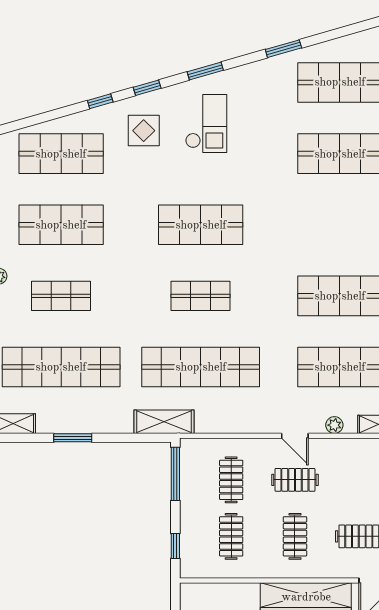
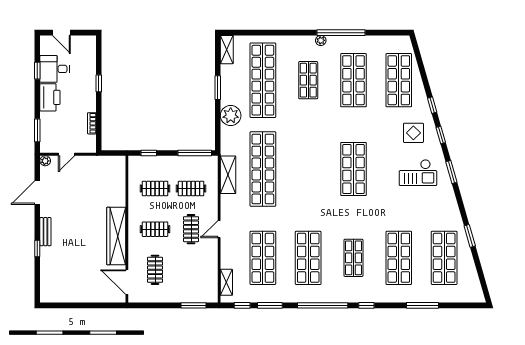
window: (283, 49) -> (470, 236), moved
shop shelf: (201, 296) -> (353, 258), moved
shelving: (164, 422) -> (228, 175), moved
plant: (334, 425) -> (231, 116), moved, width x1.87, depth x1.87

